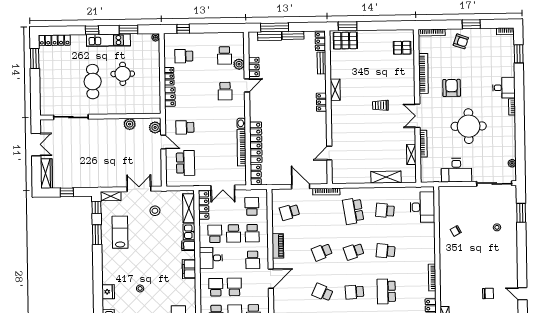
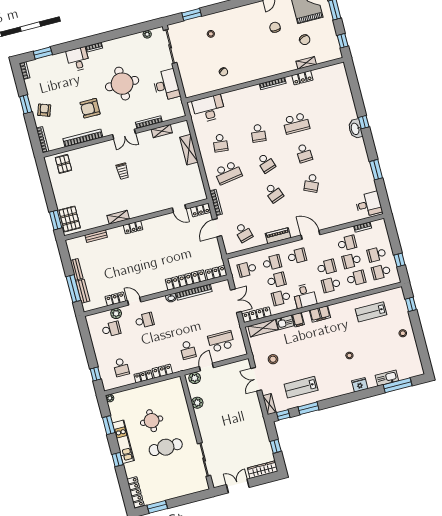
locker: (320, 41) -> (200, 210), moved
school desk: (234, 287) -> (327, 267), turned 180

